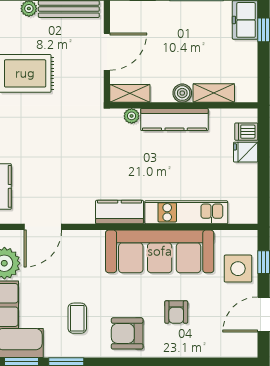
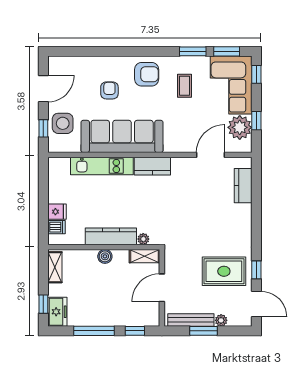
shelving: (214, 93) -> (55, 267), moved, turned 90

